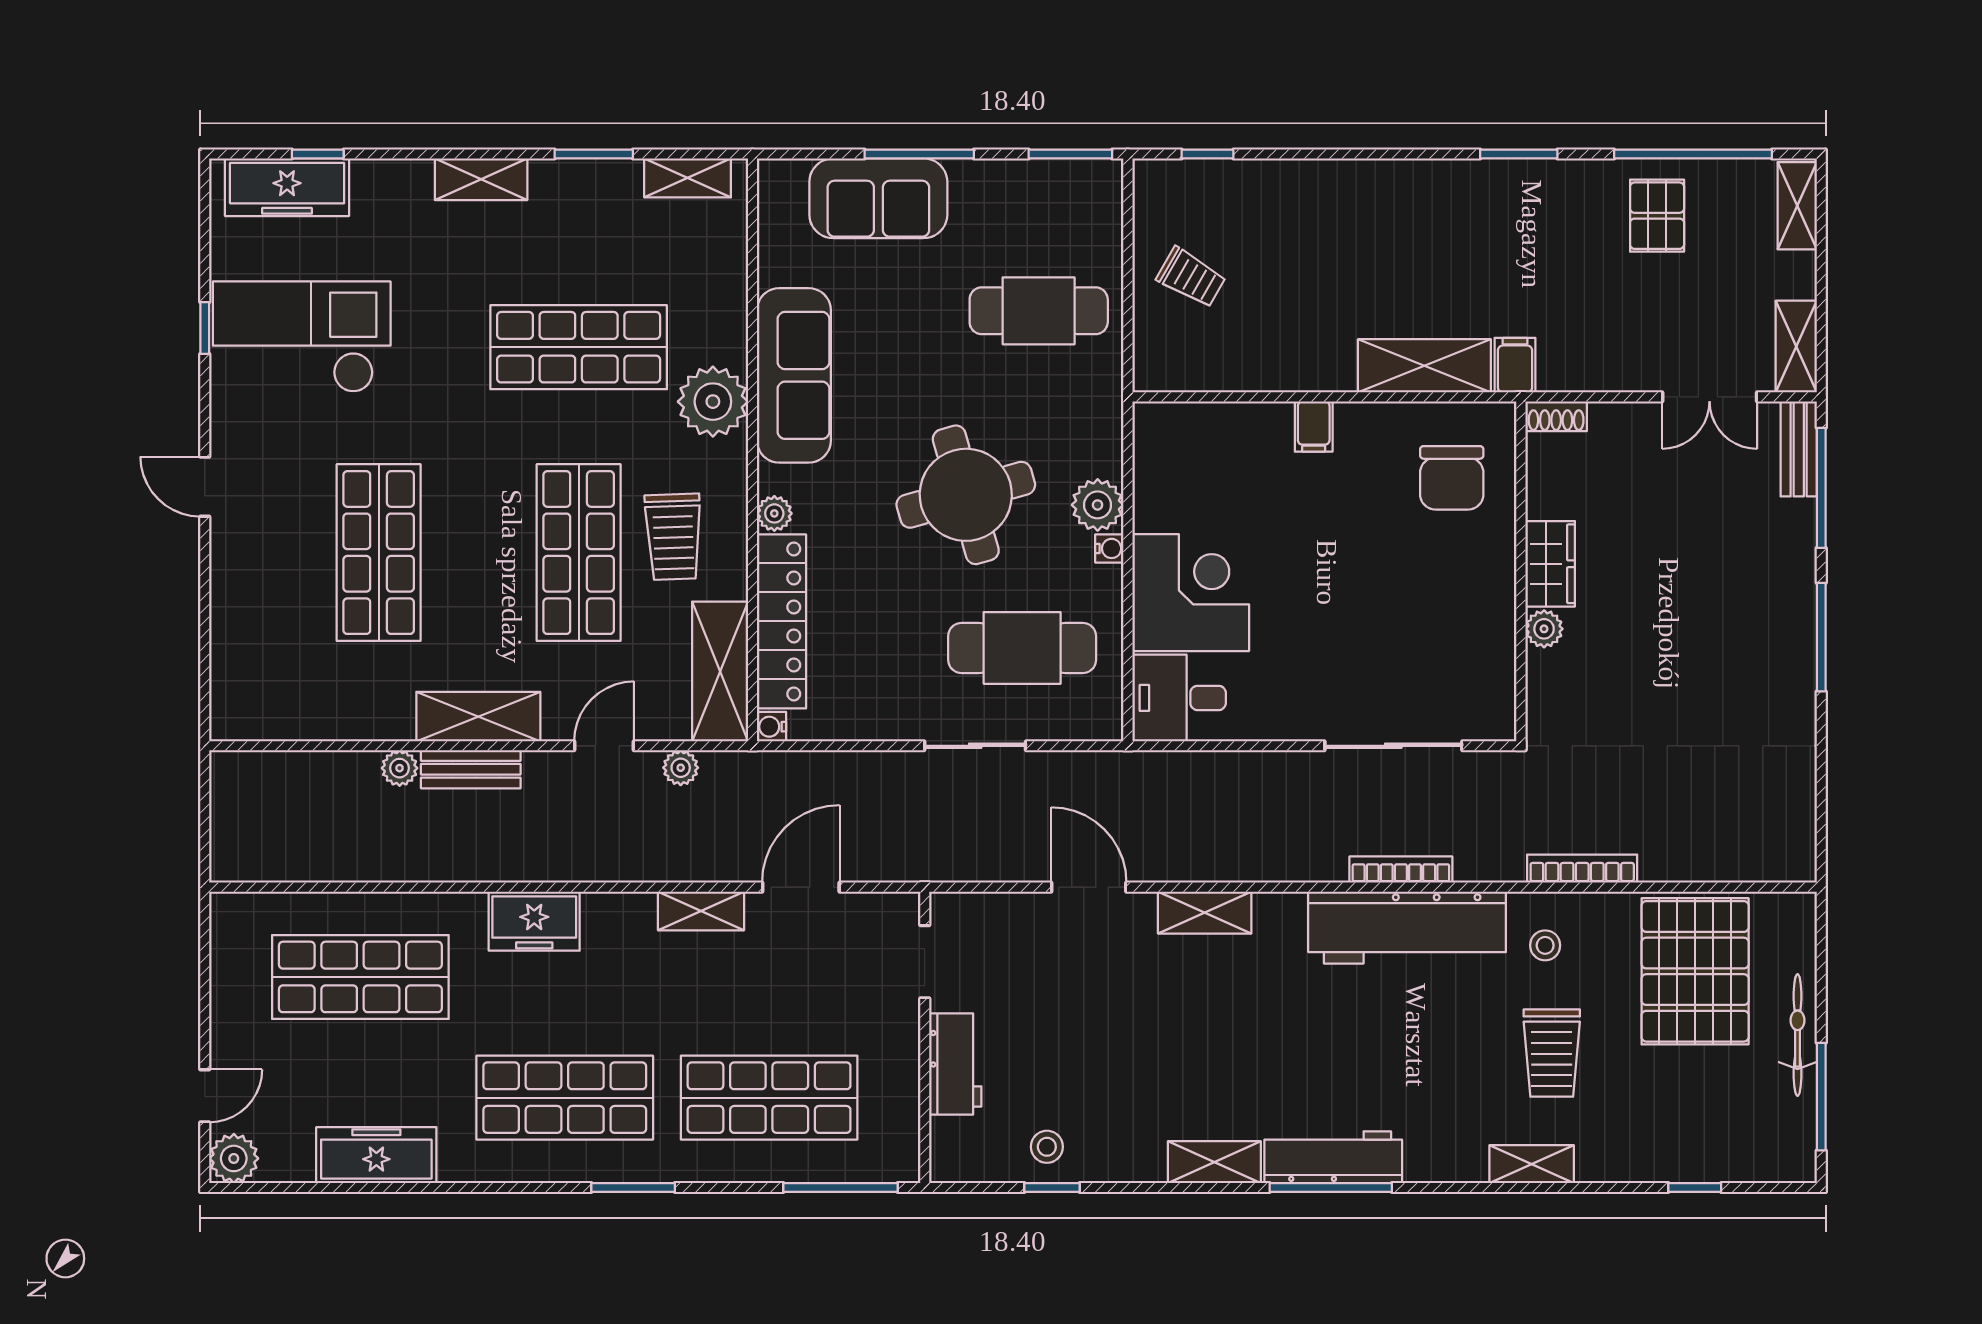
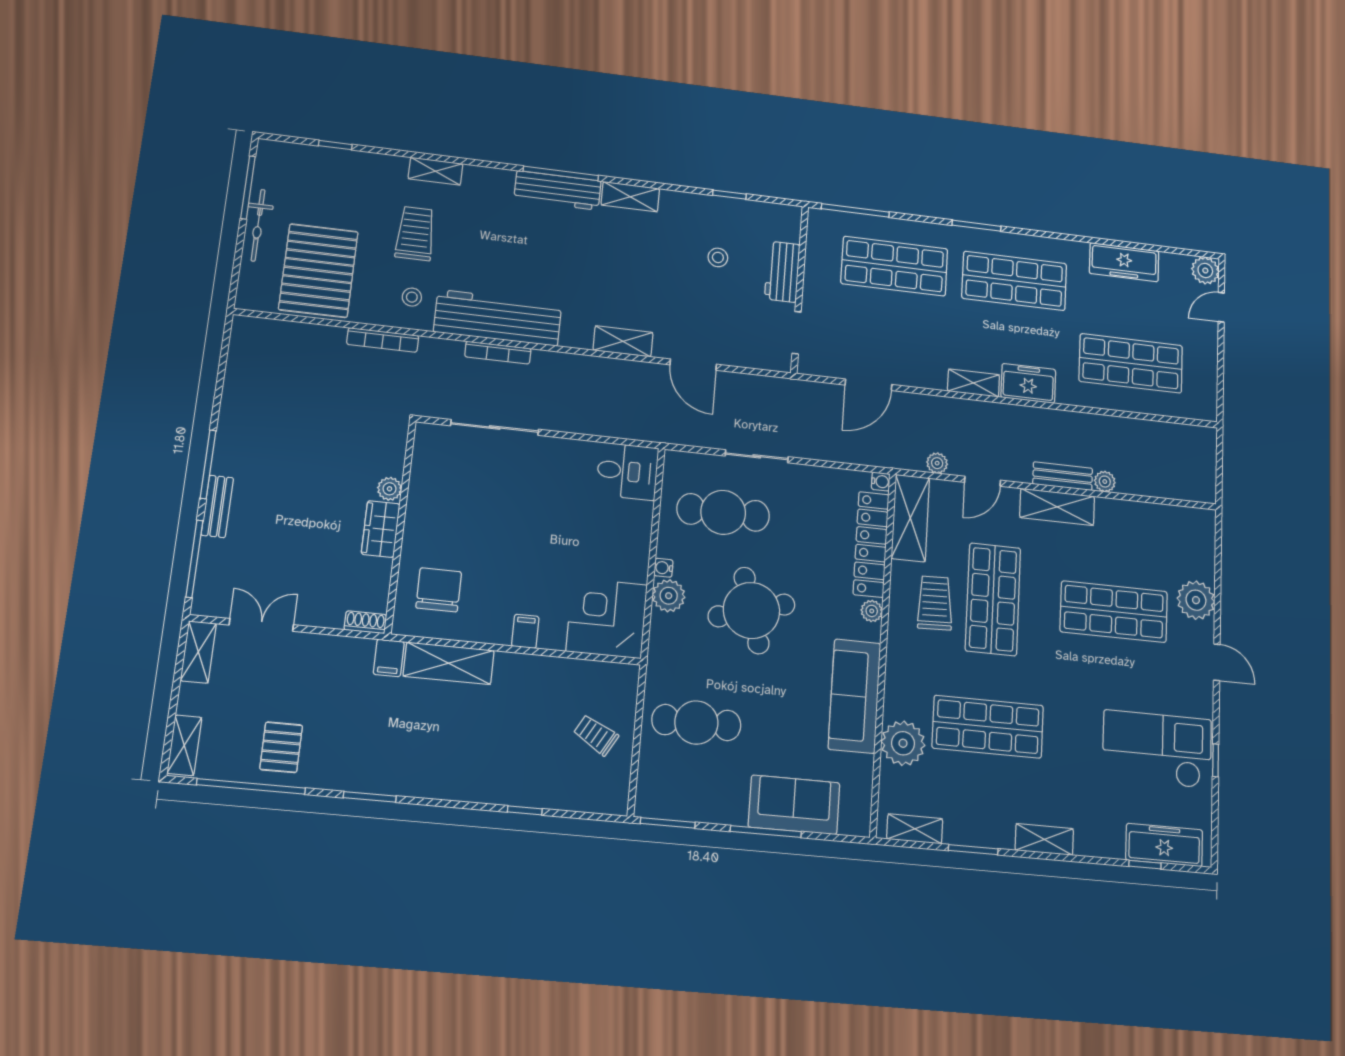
window: (1207, 154) -> (525, 810), moved
checkout: (302, 337) -> (1157, 749), turned 180
plant: (713, 402) -> (903, 743), moved
bench: (1799, 449) -> (217, 506), moved
shop shelf: (379, 553) -> (1114, 612), turned 90
plant: (241, 586) -> (1196, 600), added
corner desk: (1191, 593) -> (607, 618), moved, turned 90
shelving: (701, 911) -> (974, 383), moved
stool: (1047, 1147) -> (718, 257), moved

